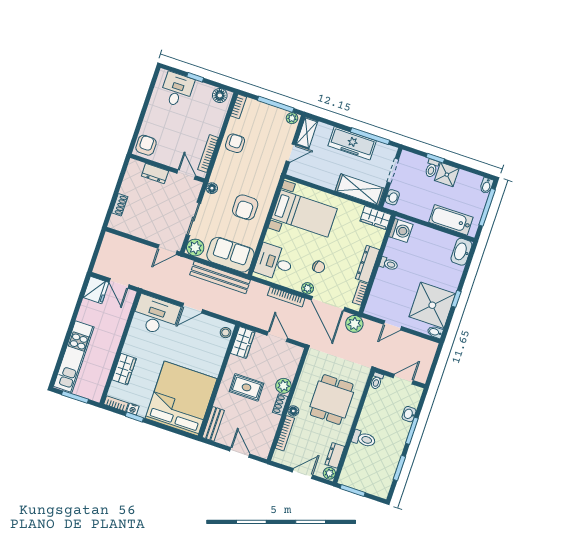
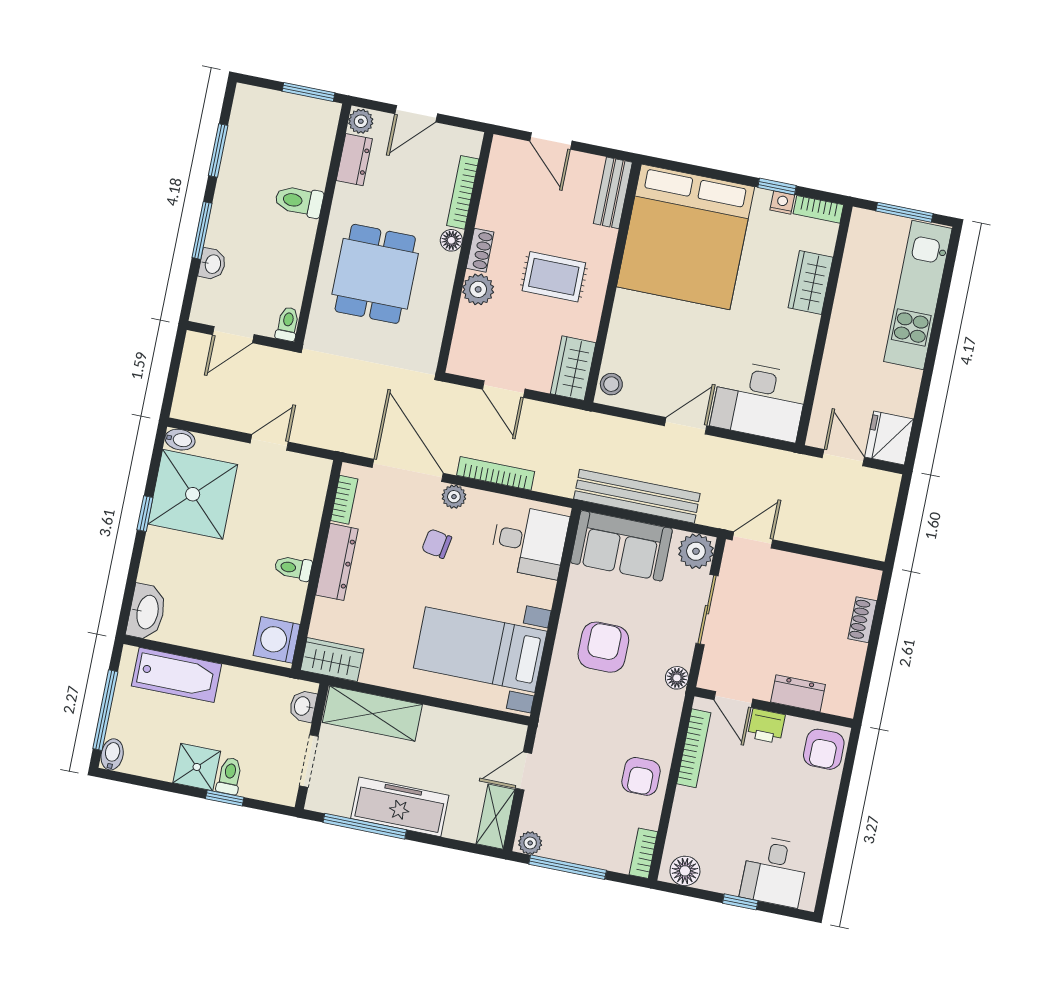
printer: (172, 160) -> (766, 726), added
plant: (354, 324) -> (348, 436), removed

